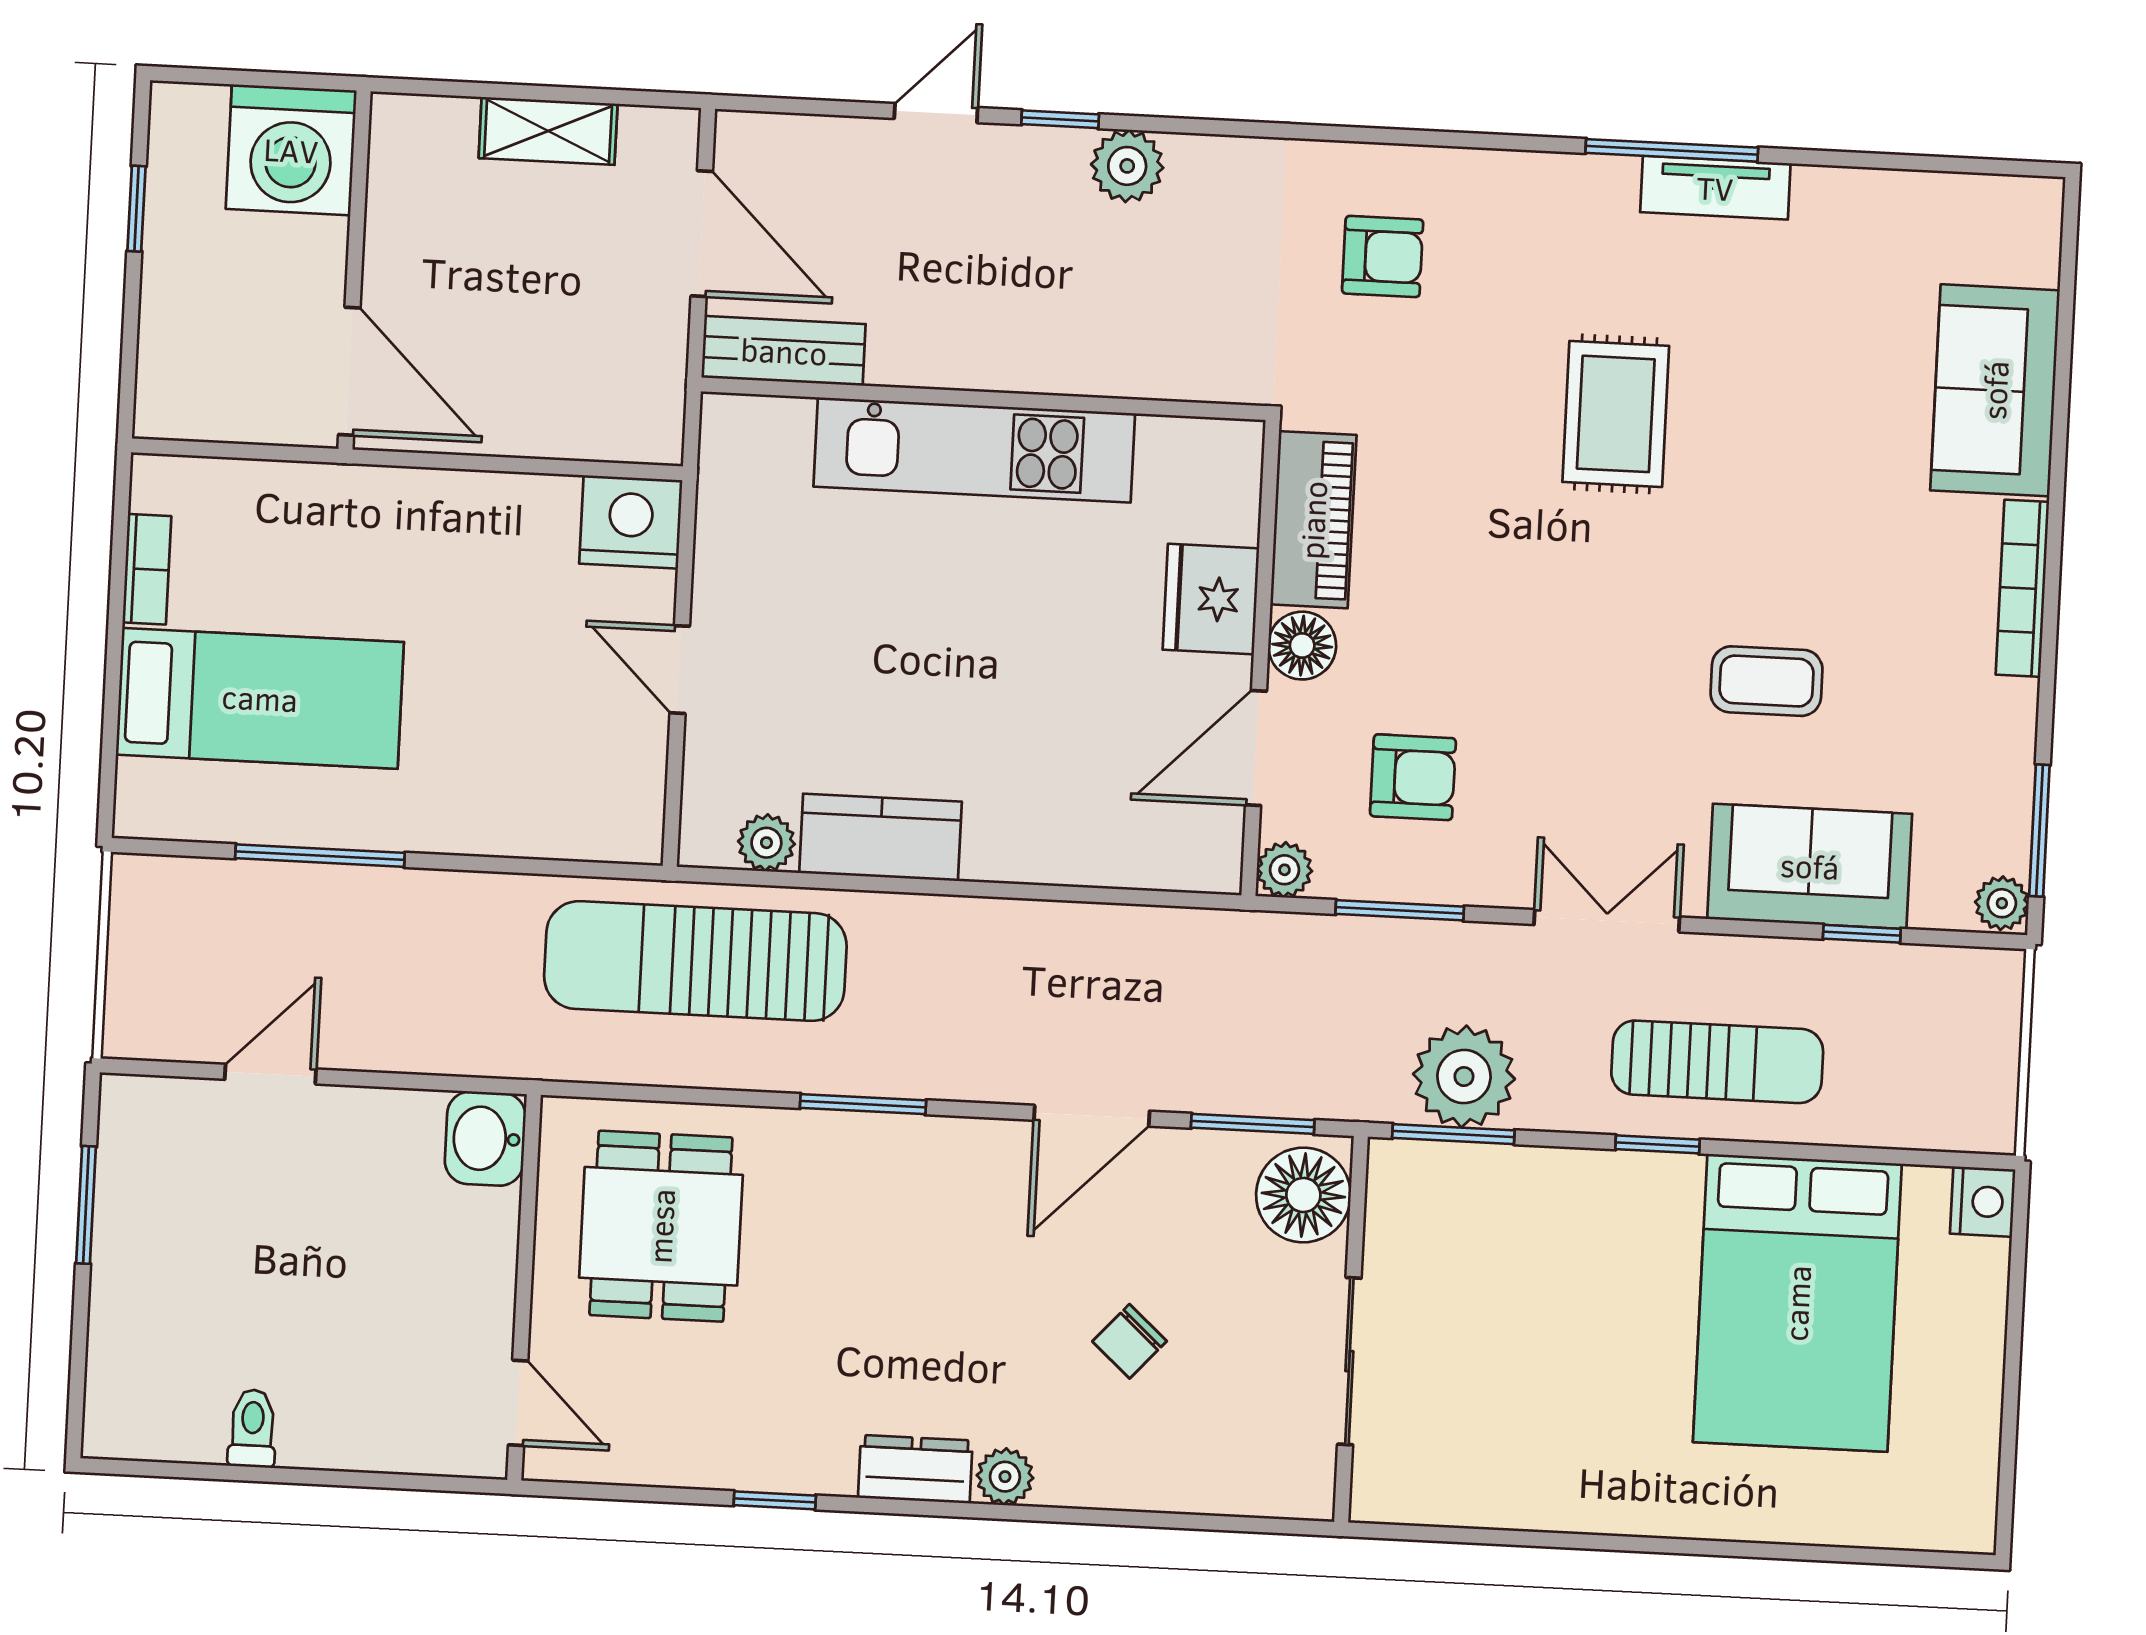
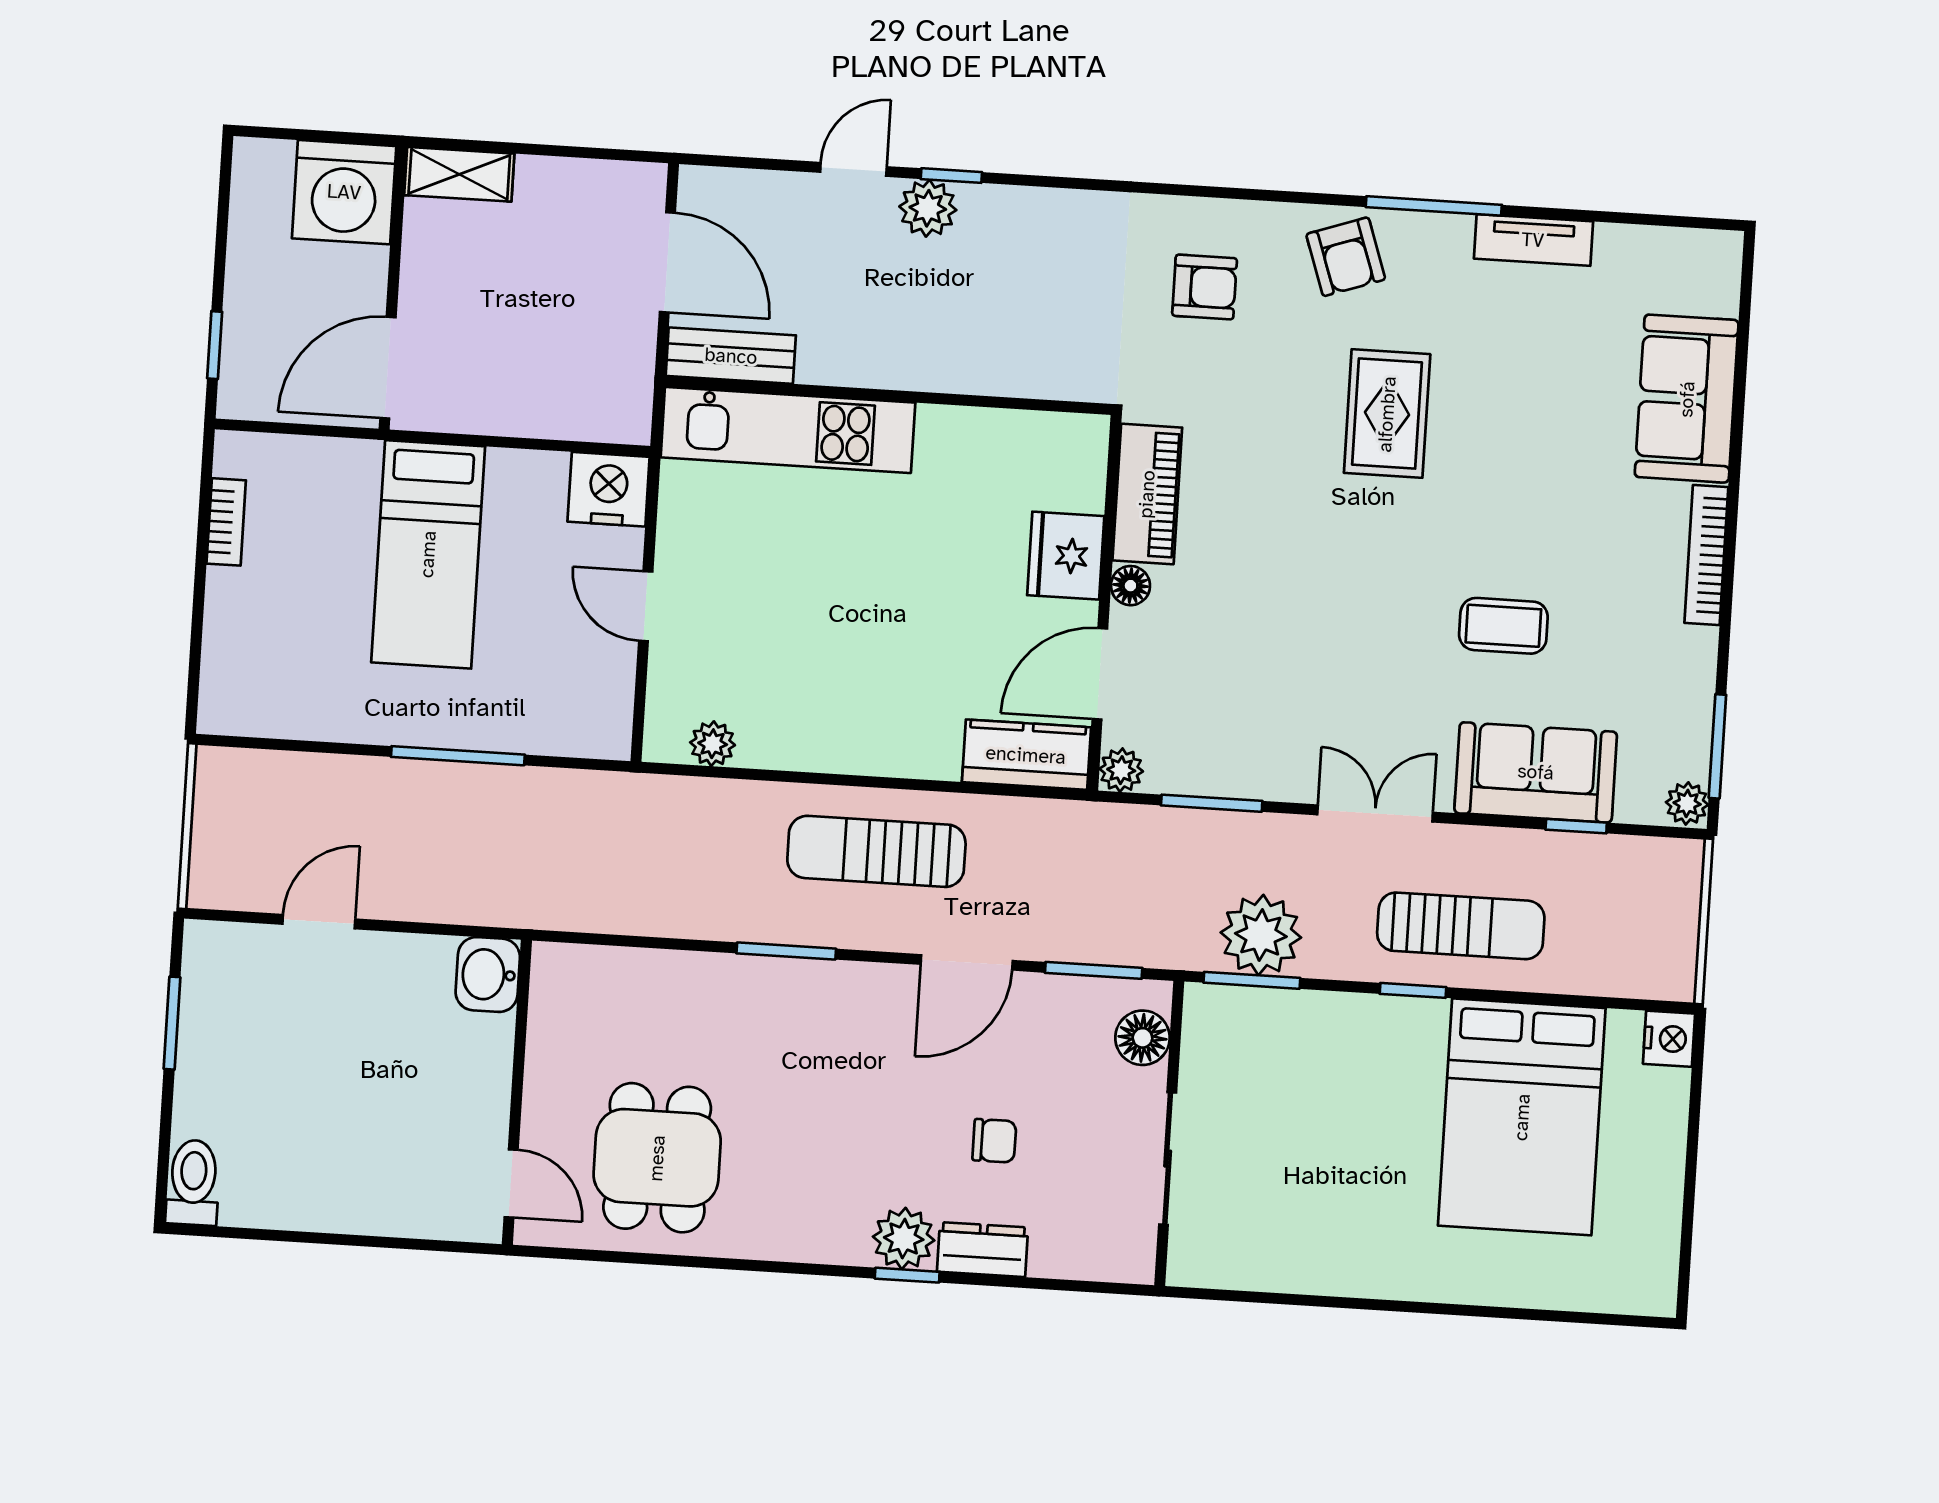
shelving: (548, 131) -> (459, 174), moved
plant: (1127, 166) -> (928, 208), moved
tv unit: (1715, 188) -> (1533, 240), moved
window: (136, 209) -> (215, 345), moved
door: (349, 371) -> (388, 368), swing flipped
kitchen unit: (974, 450) -> (788, 430), moved
floor lamp: (1302, 646) -> (1130, 586), width x0.73, depth x0.73
bed: (260, 698) -> (428, 554), moved, turned 90
armchair: (1413, 777) -> (1346, 257), moved, turned 71
kitchen counter: (880, 837) -> (1026, 755), moved
window: (320, 856) -> (458, 756), moved
sun lounger: (695, 961) -> (876, 851), moved, width x0.73, depth x0.75
floor lamp: (1303, 1195) -> (1142, 1038), width x0.73, depth x0.73
dining table: (661, 1226) -> (657, 1158), moved
chair: (1130, 1341) -> (994, 1141), turned -132
toilet: (252, 1428) -> (193, 1182), moved, width x1.37, depth x1.39
dresser: (915, 1469) -> (983, 1250), moved
plant: (1005, 1477) -> (904, 1239), width x1.38, depth x1.38
window: (775, 1500) -> (907, 1275), moved

